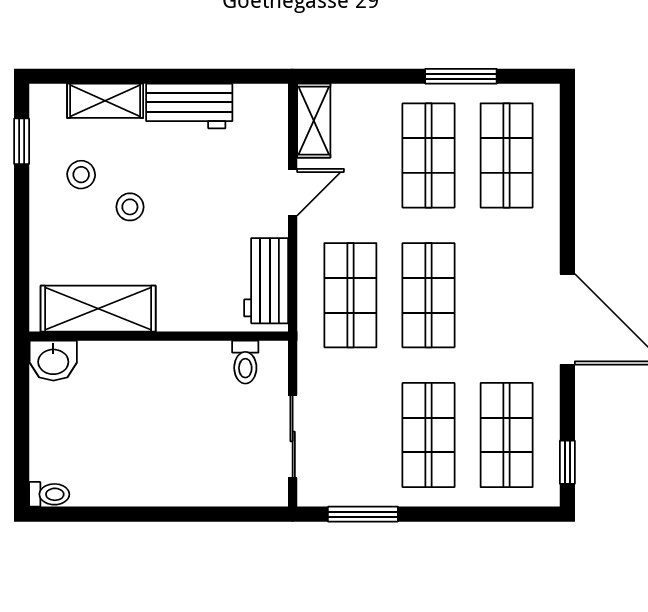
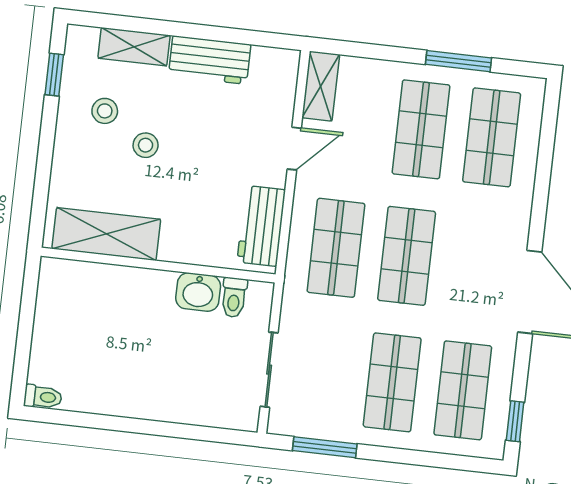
washbasin: (53, 361) -> (198, 292), moved

